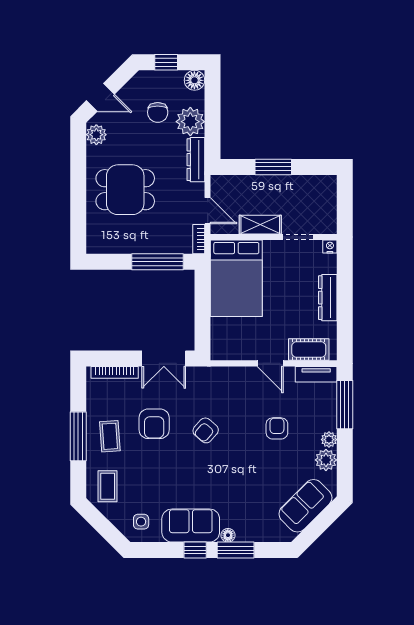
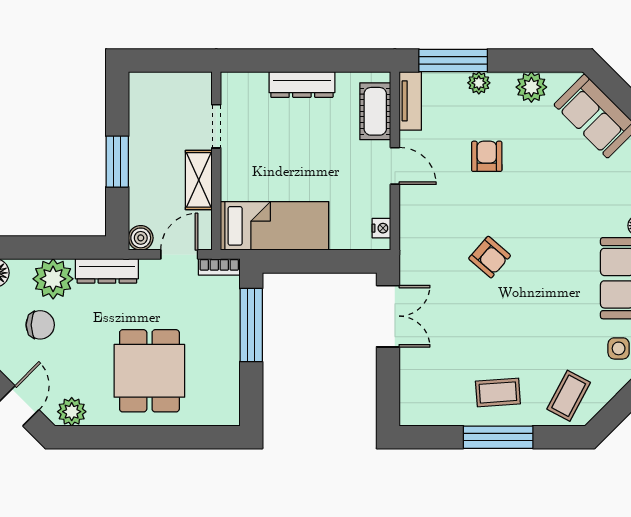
boiler: (219, 184) -> (141, 238), added
nightstand: (330, 247) -> (381, 228), moved, turned 180
bed: (236, 278) -> (275, 226), width x0.67
door: (270, 363) -> (395, 166), hinge flipped
bookcase: (115, 372) -> (408, 386), removed
armchair: (154, 424) -> (480, 330), removed
armchair: (277, 428) -> (487, 156), turned 90
plant: (329, 440) -> (479, 83), moved
coffee table: (108, 486) -> (569, 396), turned -62

